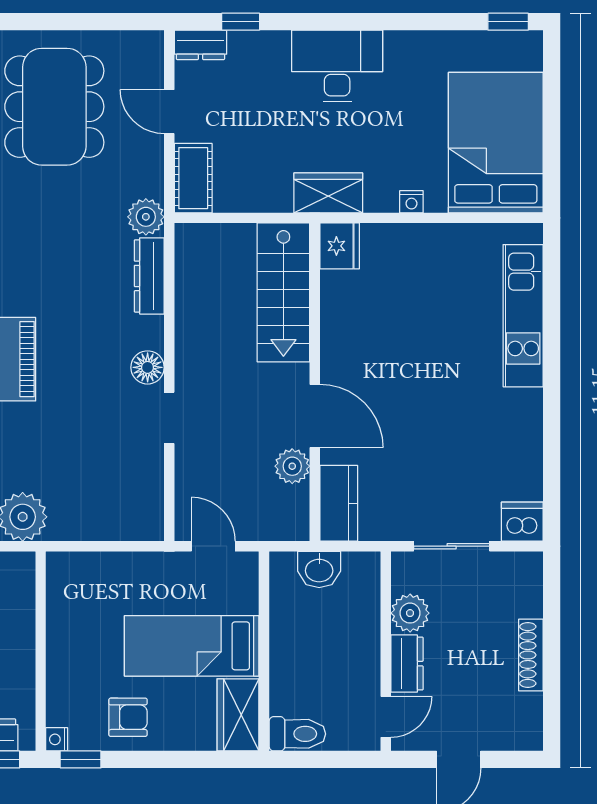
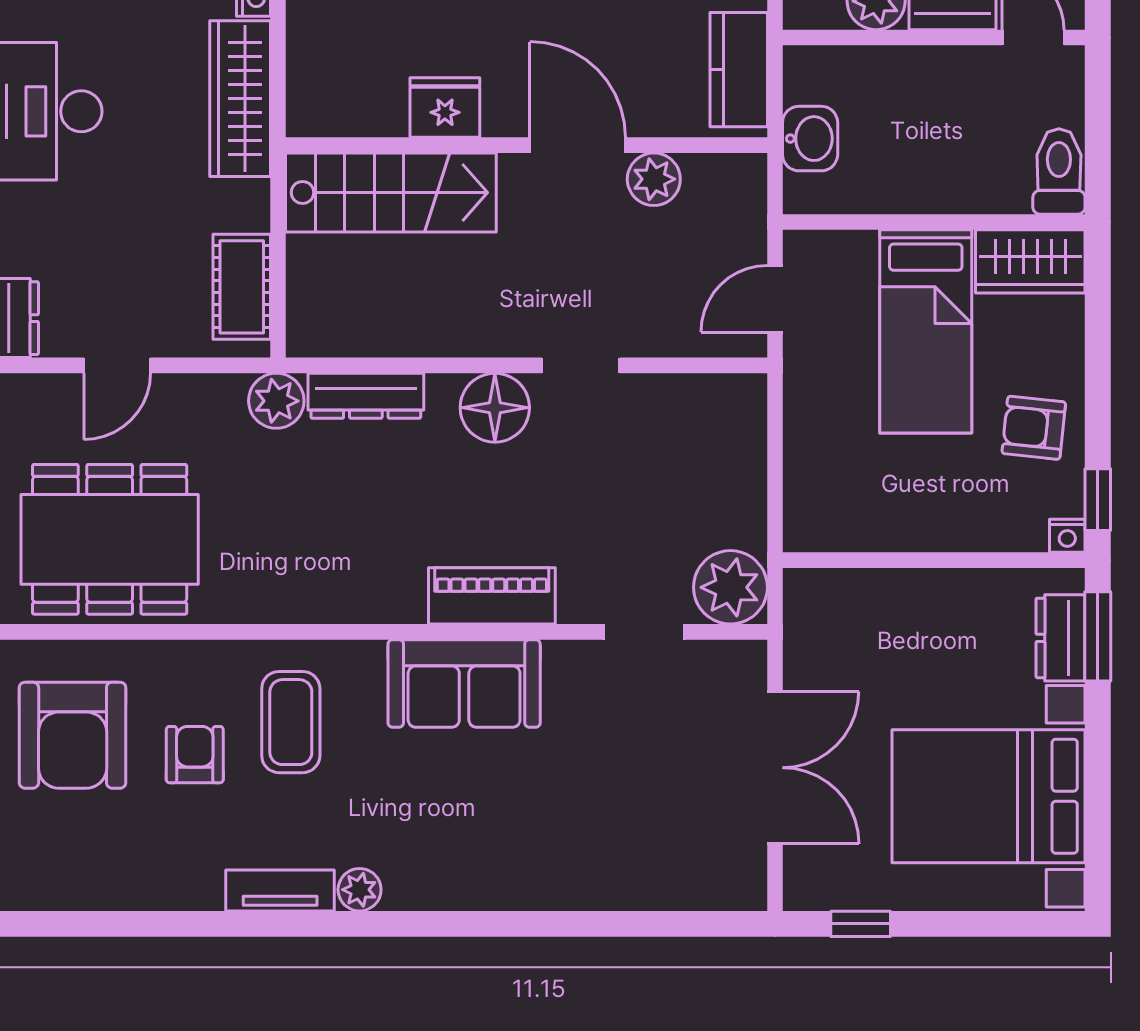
cot: (193, 178) -> (242, 287), moved, turned 90
wardrobe: (328, 193) -> (240, 99), width x1.50
fridge: (340, 246) -> (445, 108), moved
floor lamp: (148, 367) -> (495, 408), width x1.38, depth x1.38
door: (315, 416) -> (578, 145), hinge flipped
kitchen counter: (339, 503) -> (739, 70), moved, turned -90
armchair: (128, 717) -> (1034, 428), turned -84

